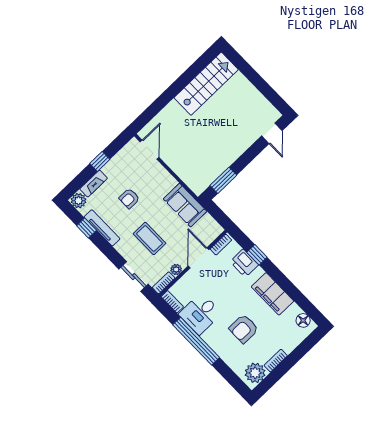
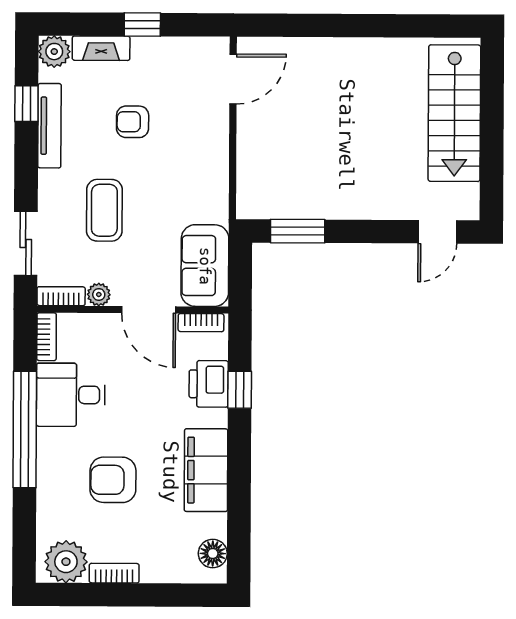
stairs: (206, 84) -> (454, 113), moved, turned 90
sofa: (185, 205) -> (205, 266), moved
door: (198, 258) -> (149, 310), swing flipped

